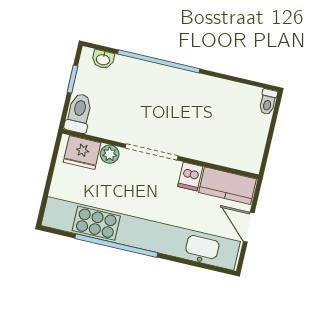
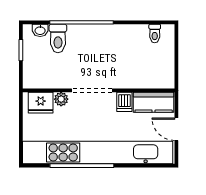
toilet: (268, 102) -> (155, 33), moved
toilet: (79, 113) -> (58, 38), moved, turned 180

